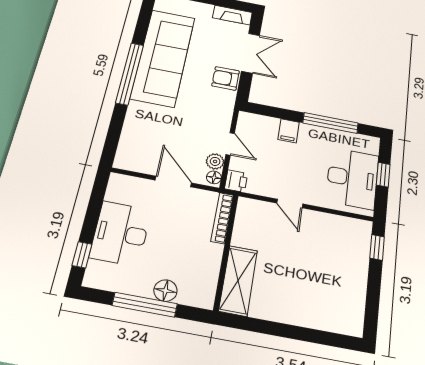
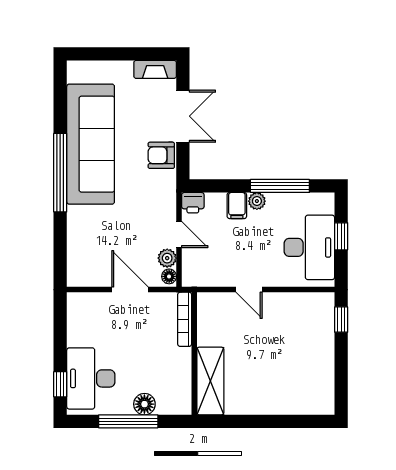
plant: (308, 131) -> (257, 201), added
printer: (236, 181) -> (193, 203), moved, turned 90
desk: (121, 233) -> (91, 378), moved

